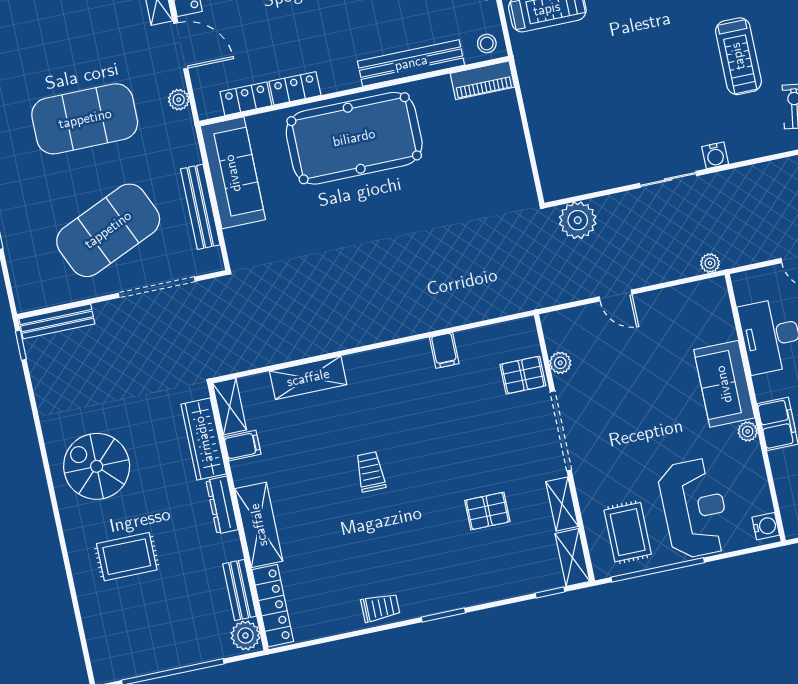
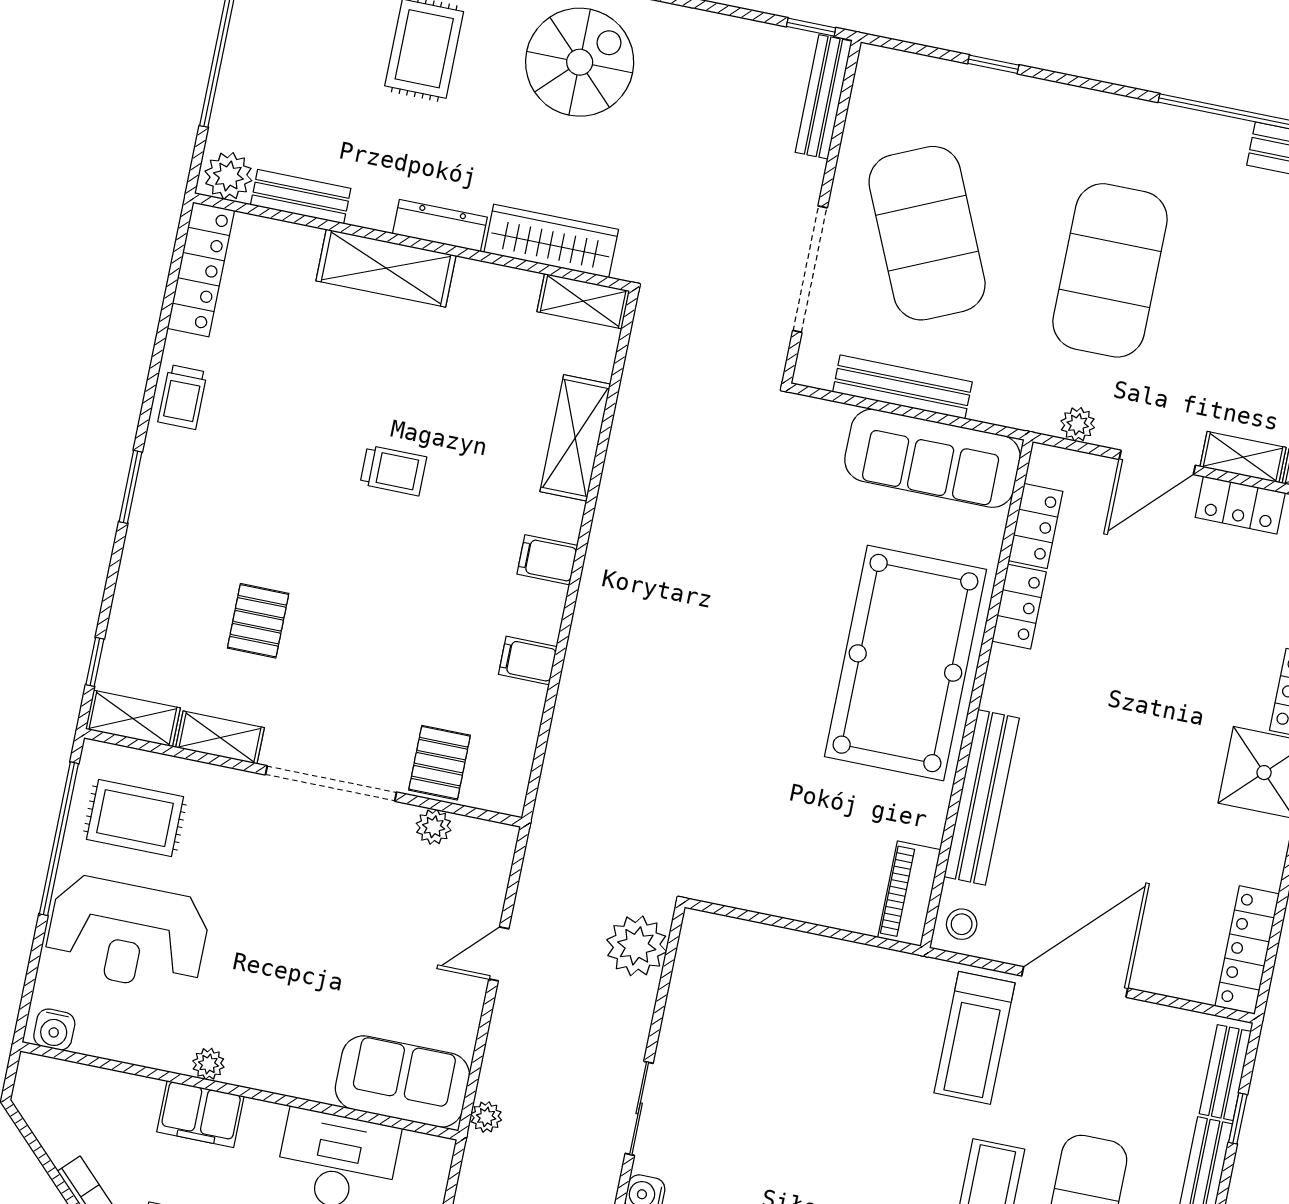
sofa: (724, 384) -> (402, 1082), moved
filing cabinet: (242, 445) -> (547, 560), moved, turned 90
locker: (273, 606) -> (201, 269), moved, turned -90

